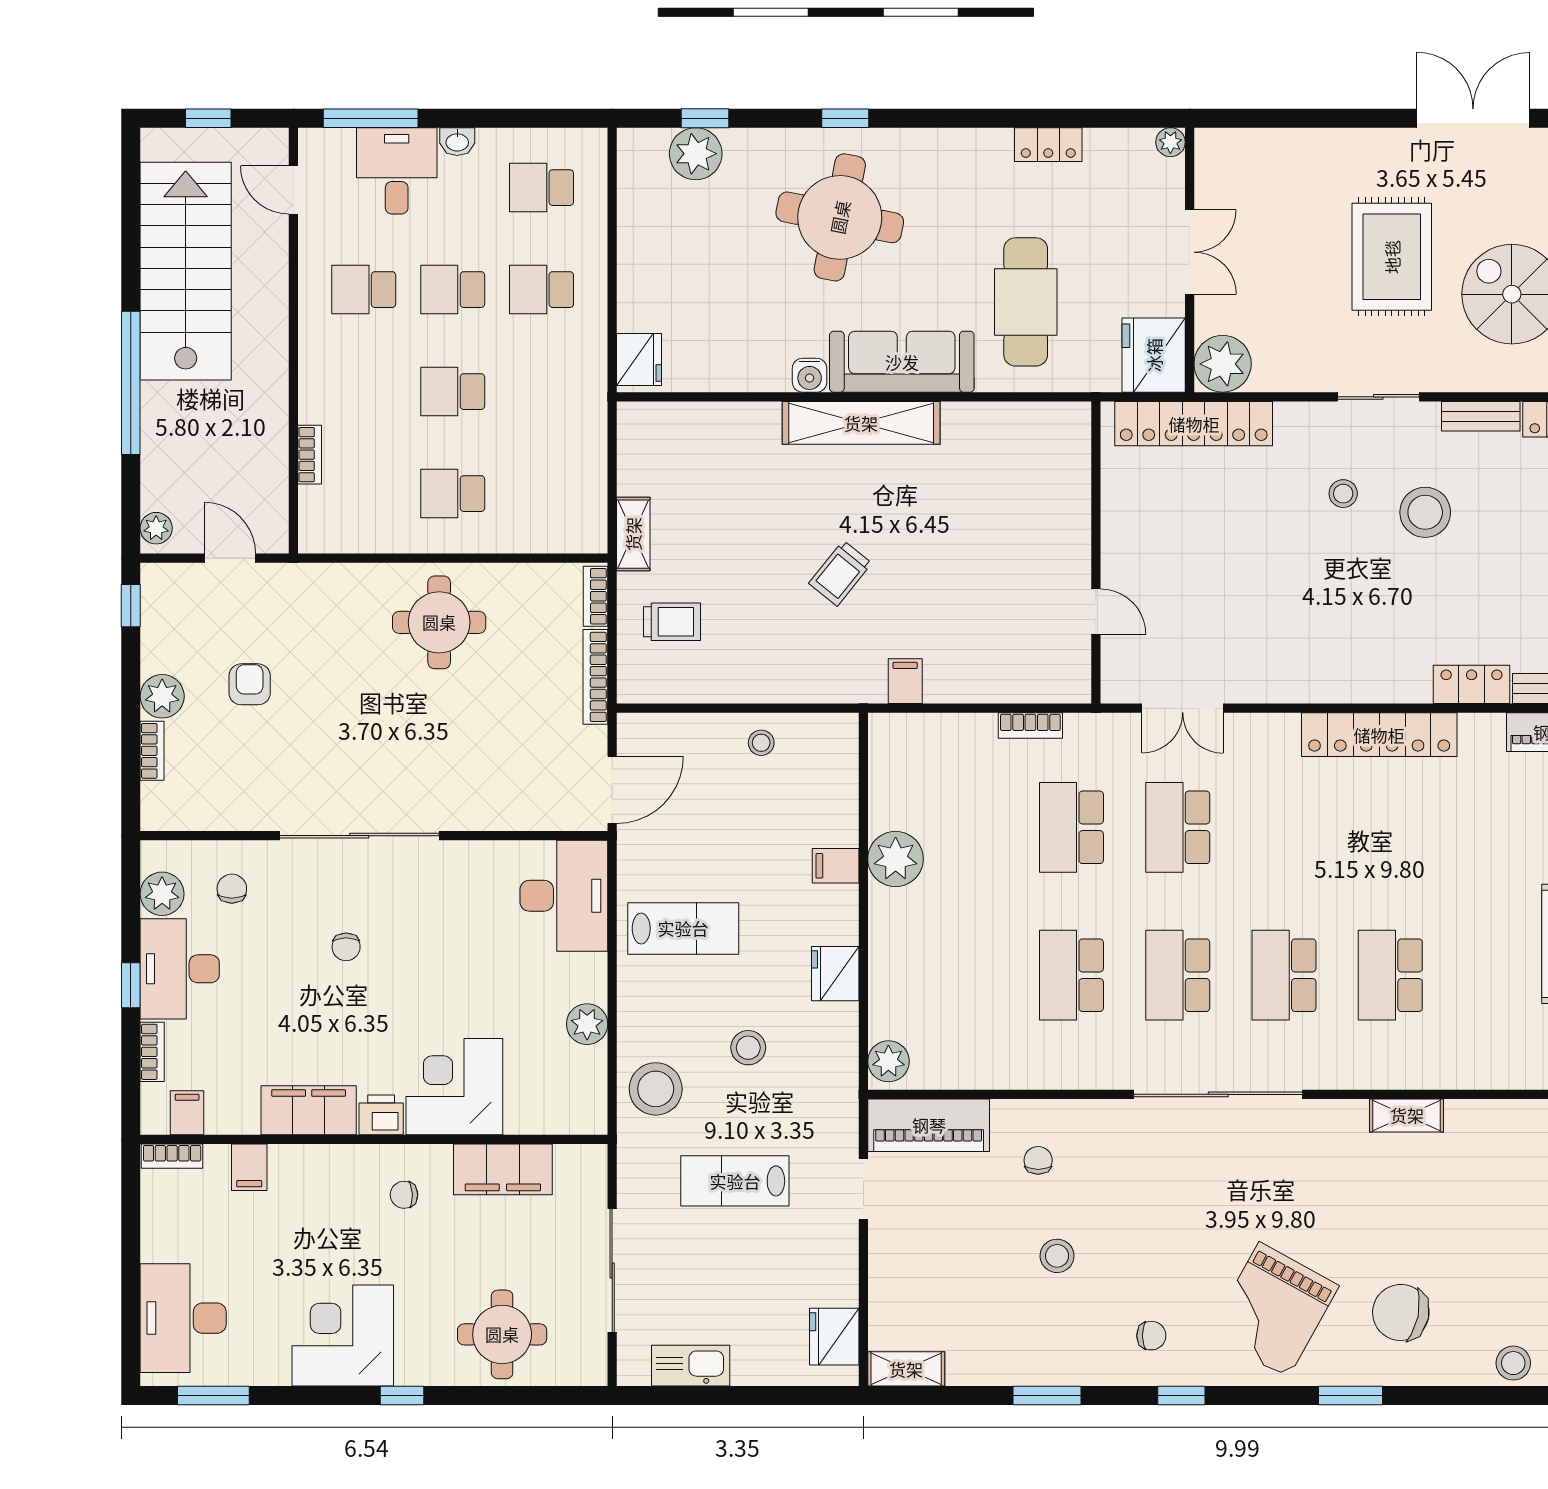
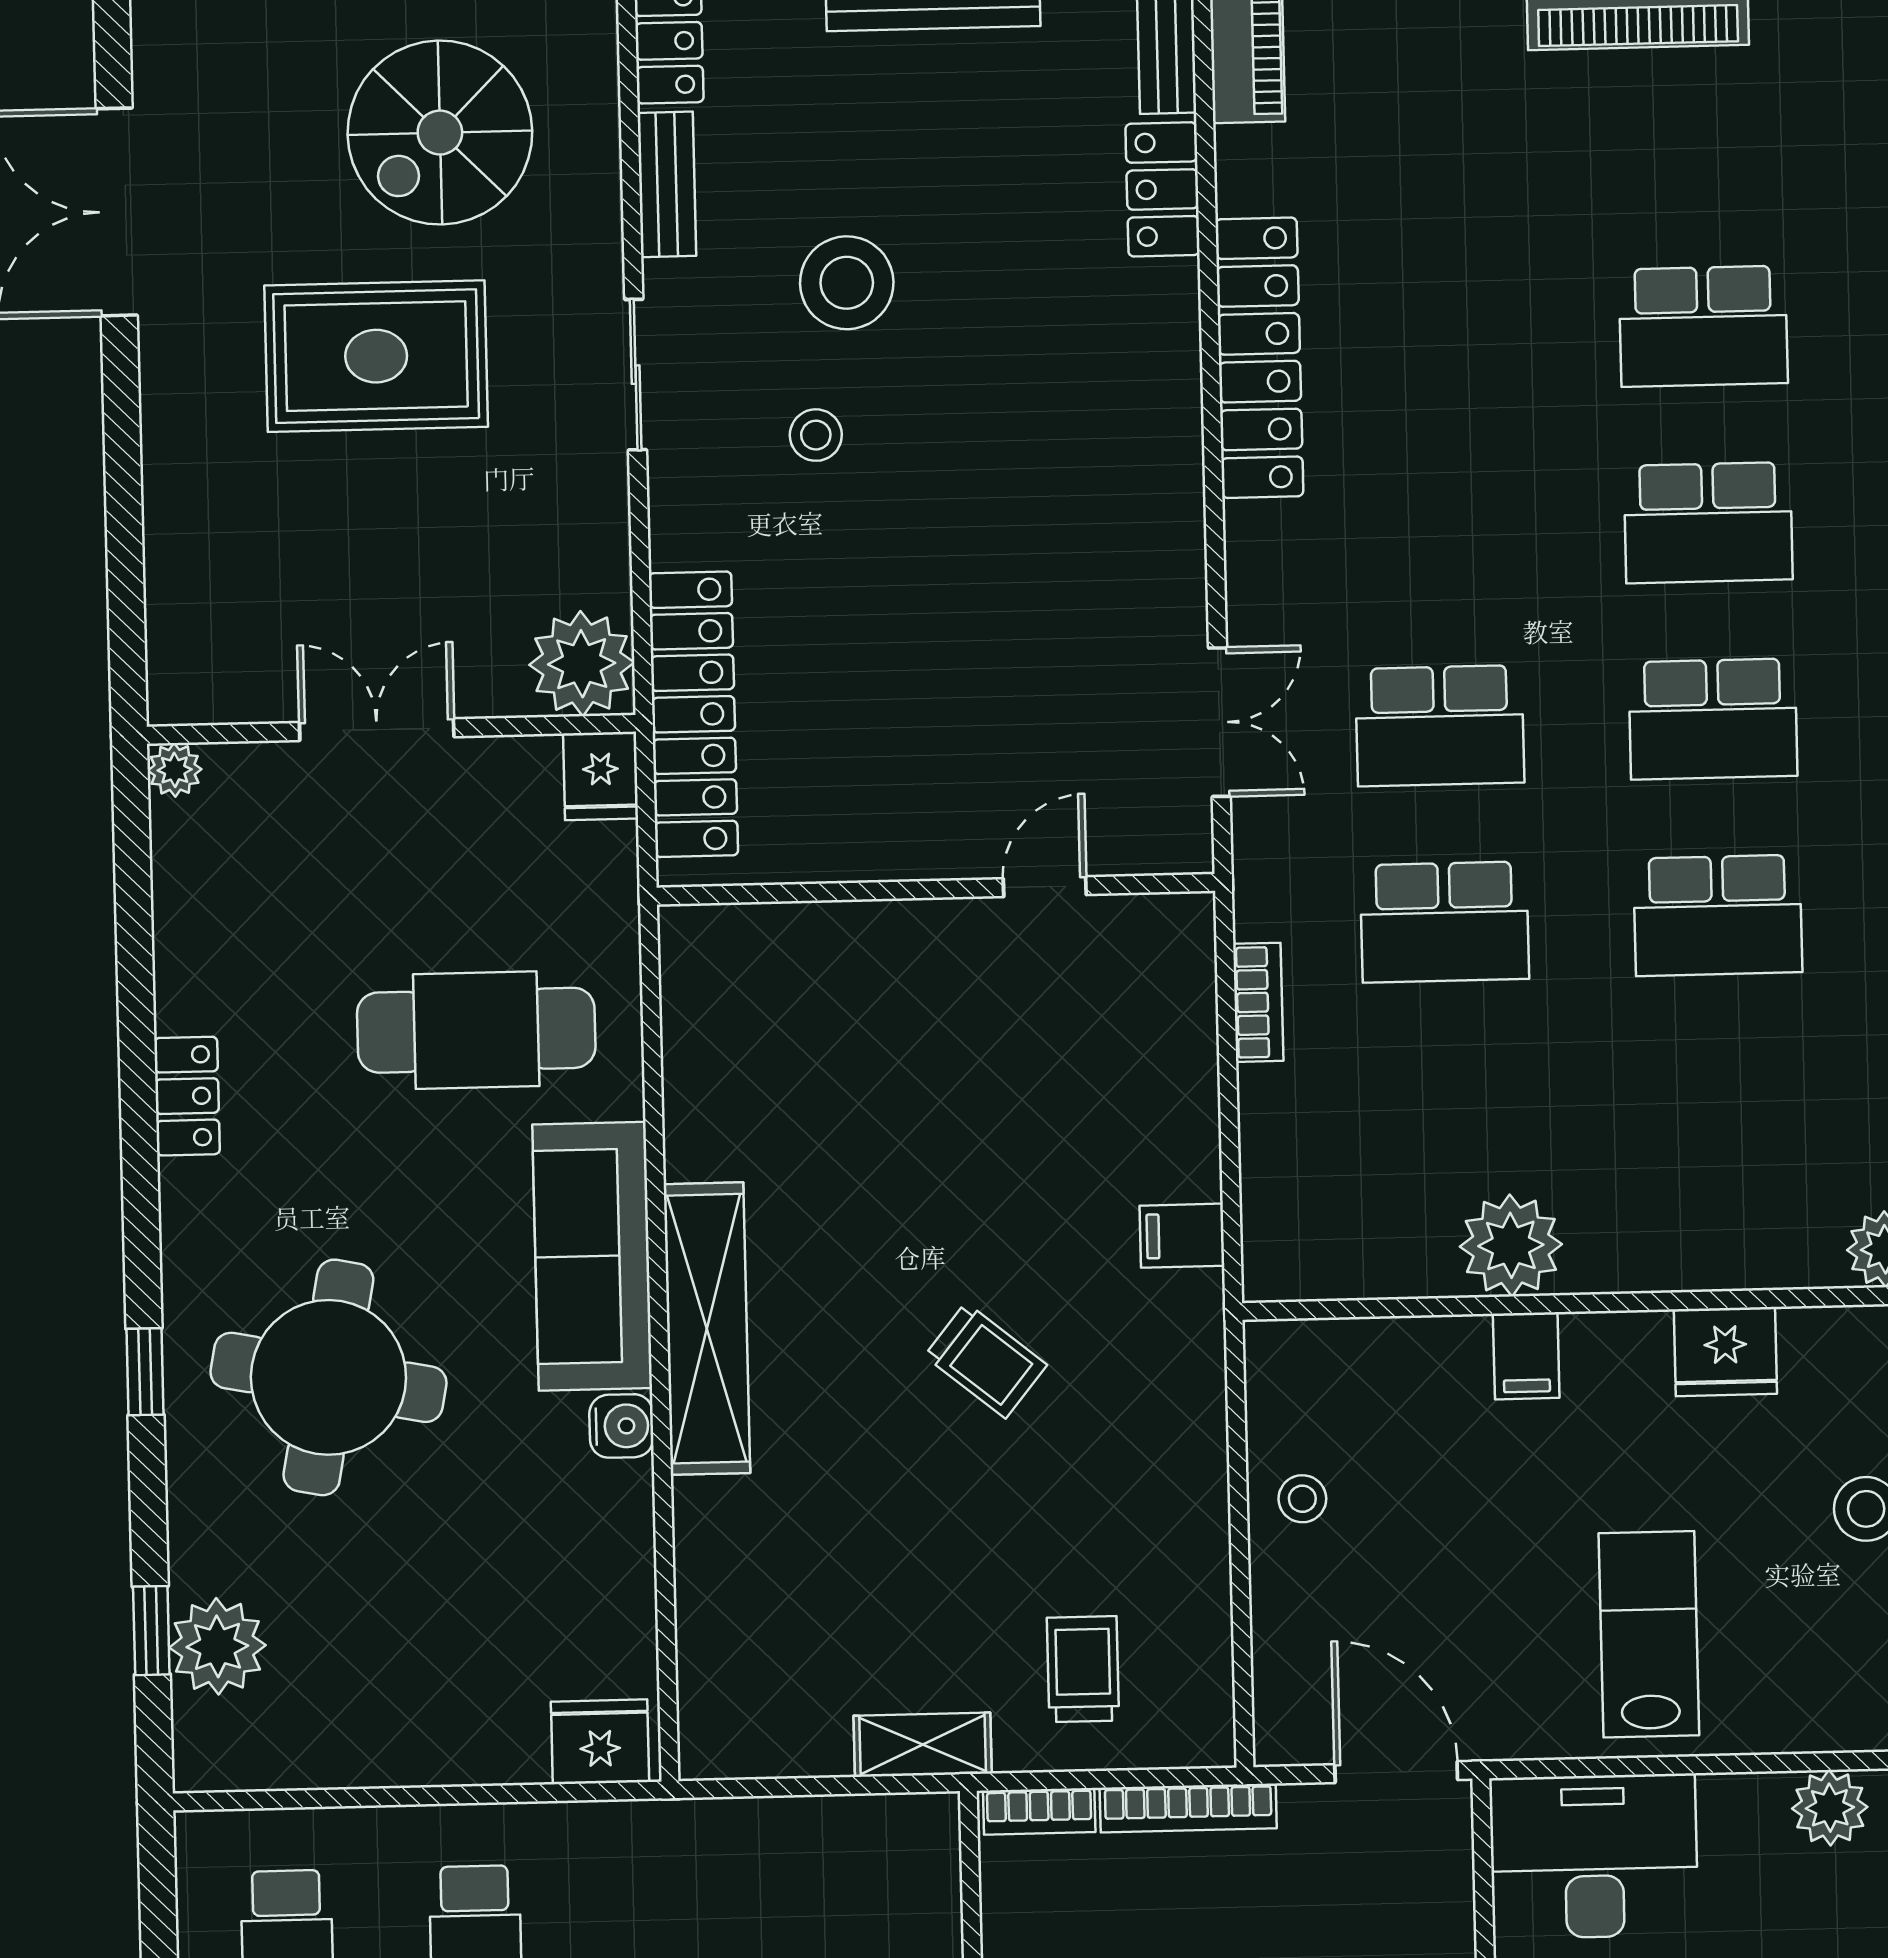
locker: (1048, 145) -> (187, 1096), moved
fridge: (1154, 355) -> (601, 776), width x0.53, depth x0.75

